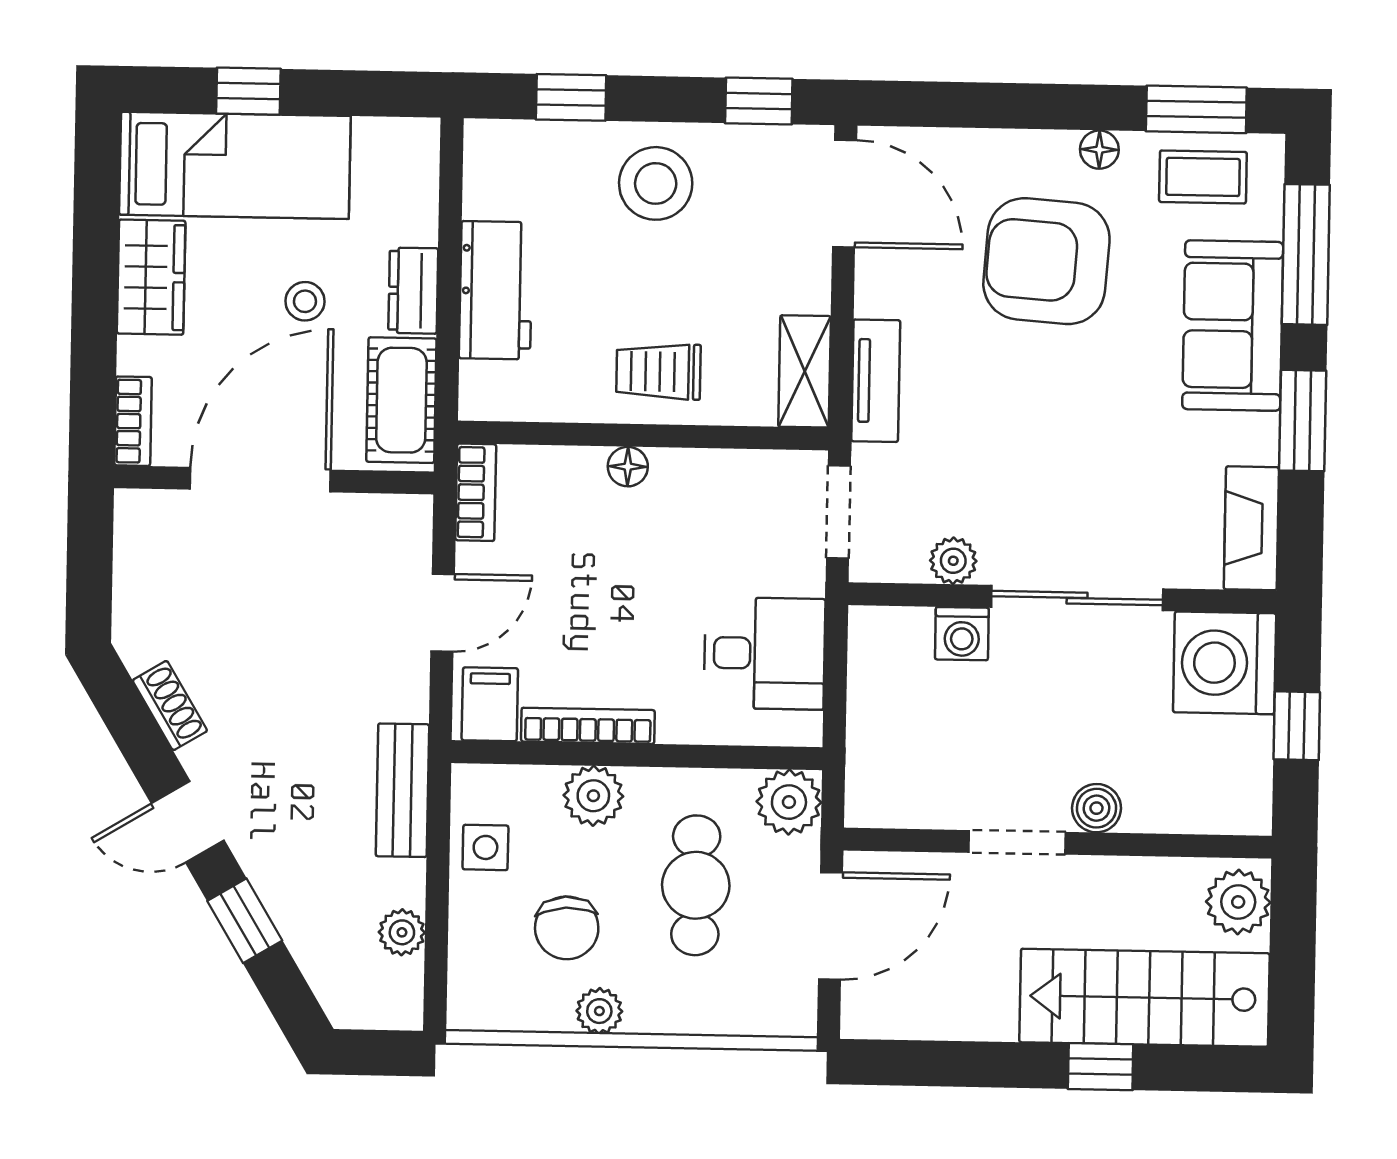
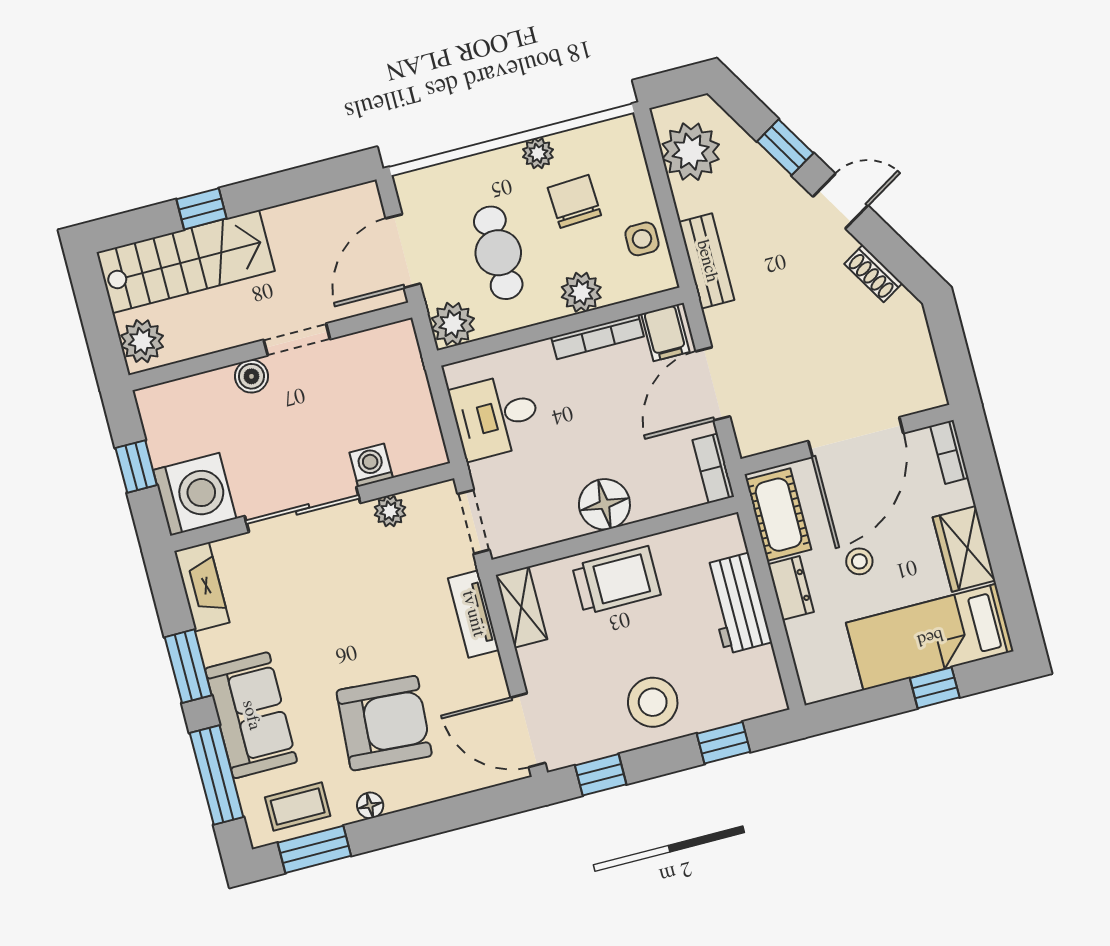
trolley: (658, 372) -> (616, 580), width x1.36, depth x1.39
floor lamp: (628, 467) -> (604, 504), width x1.89, depth x1.89
door: (443, 613) -> (713, 384), width x1.38
plant: (402, 932) -> (691, 152), width x1.87, depth x1.87

